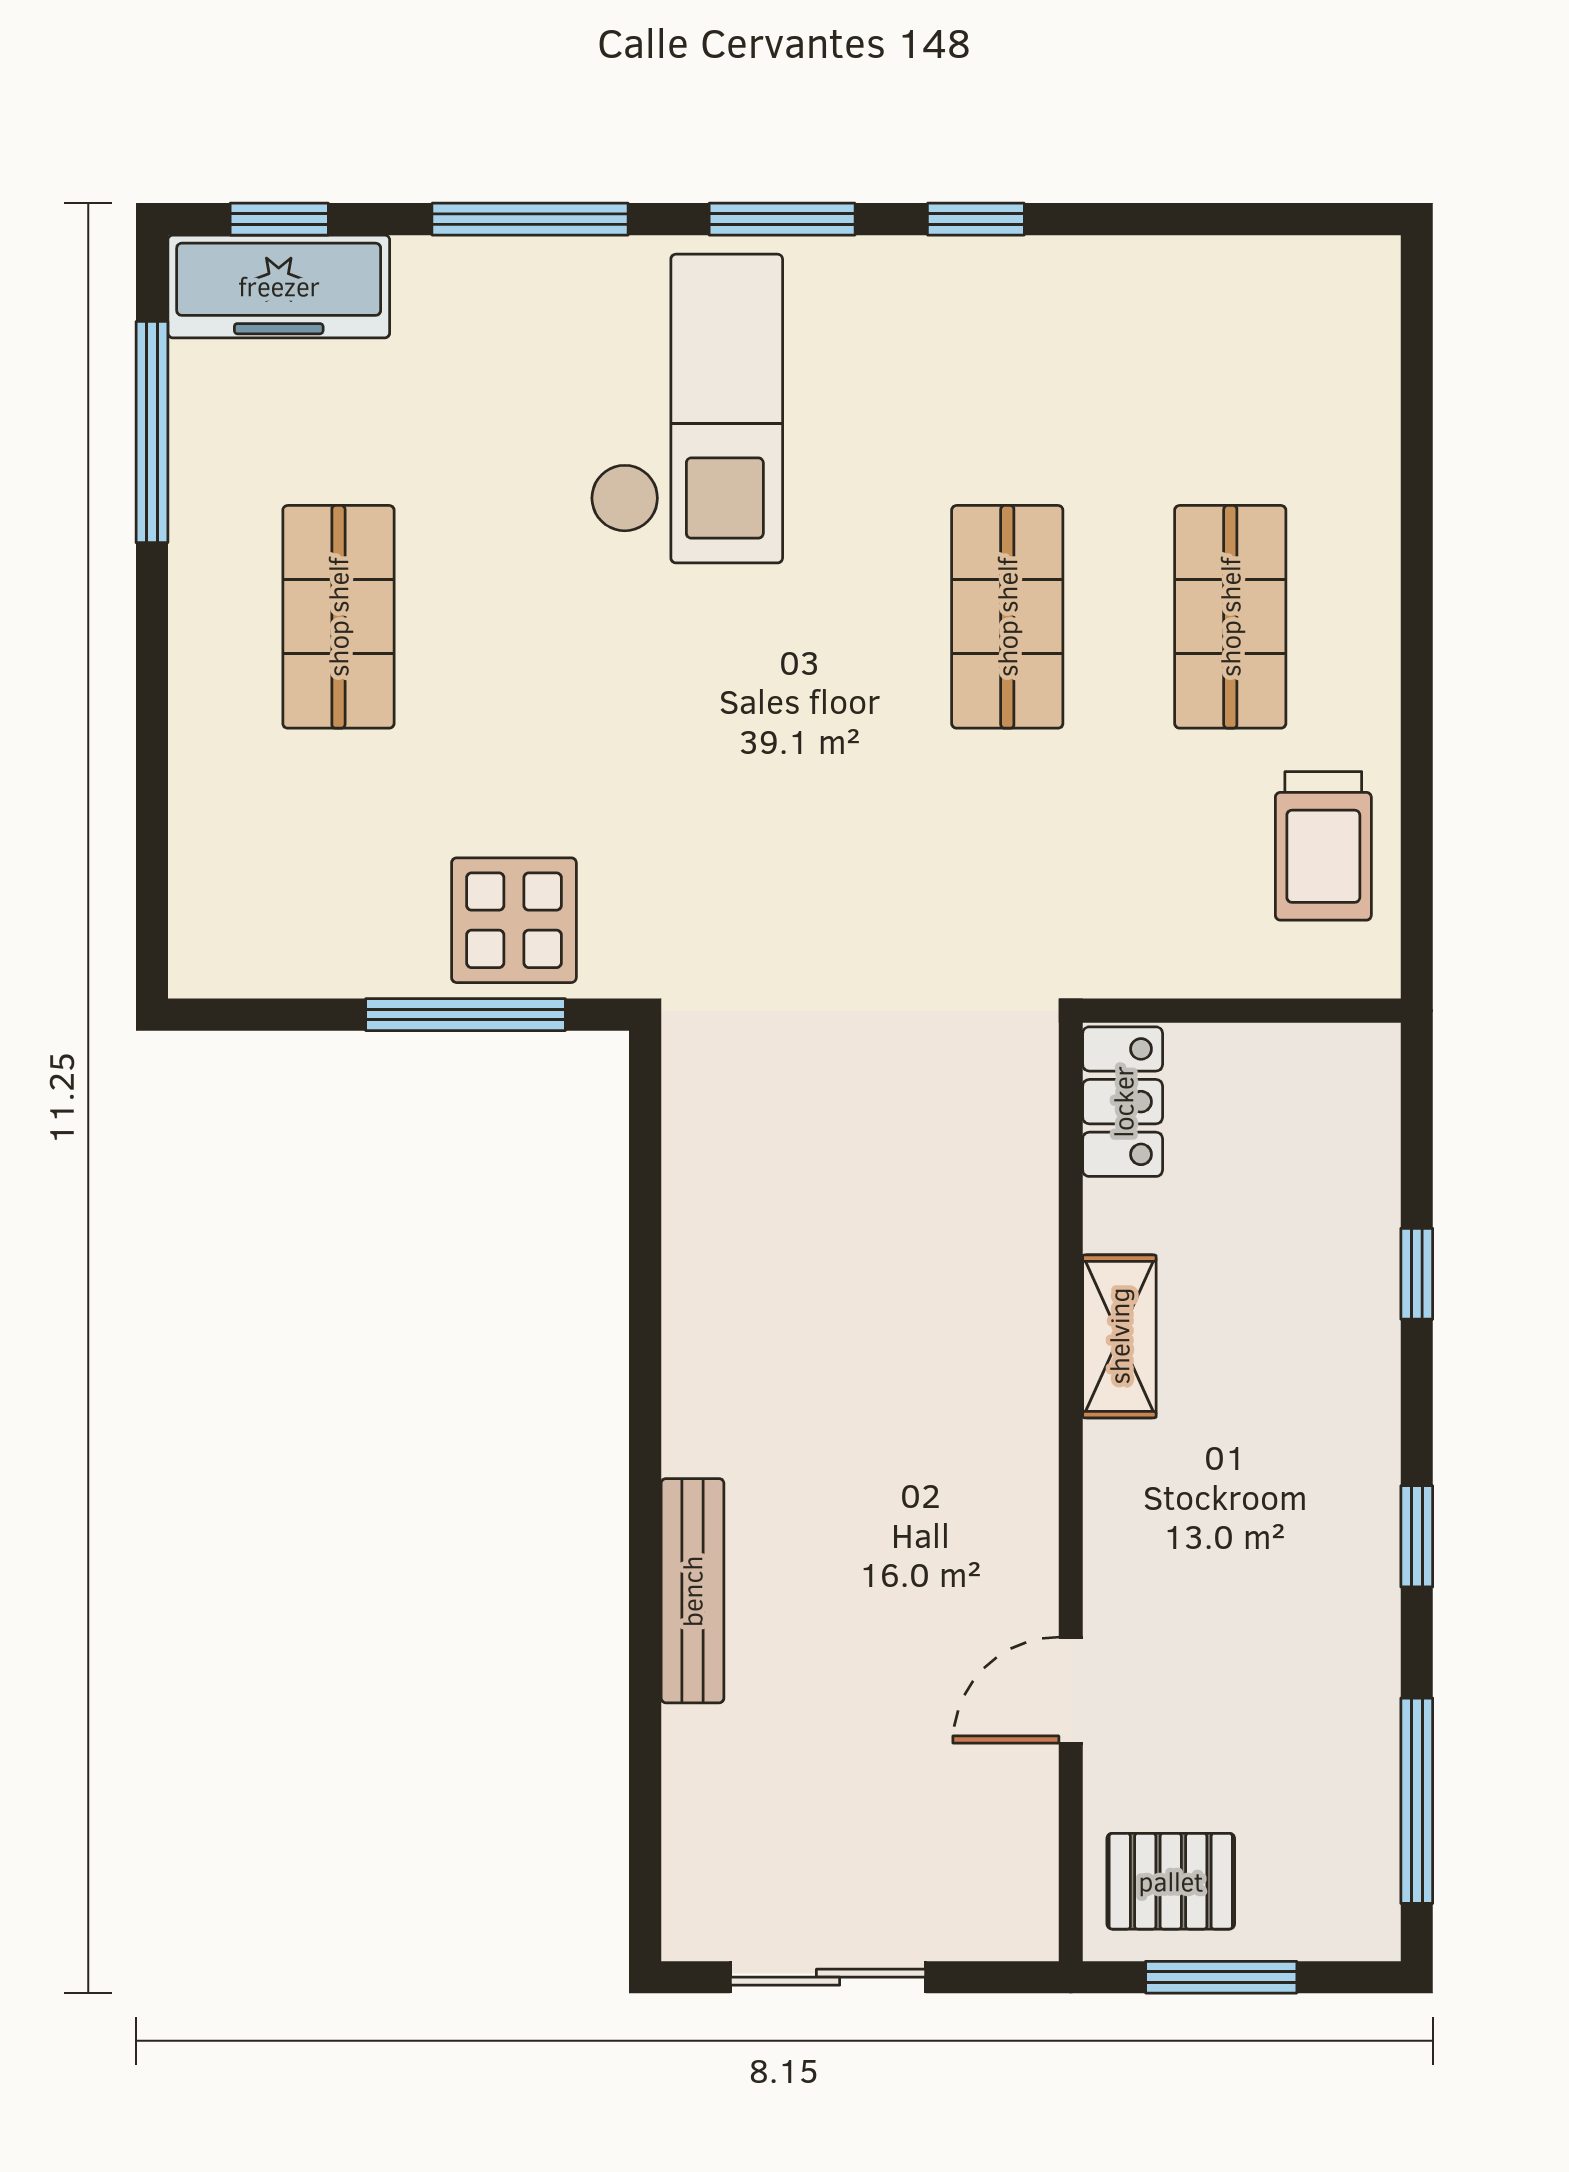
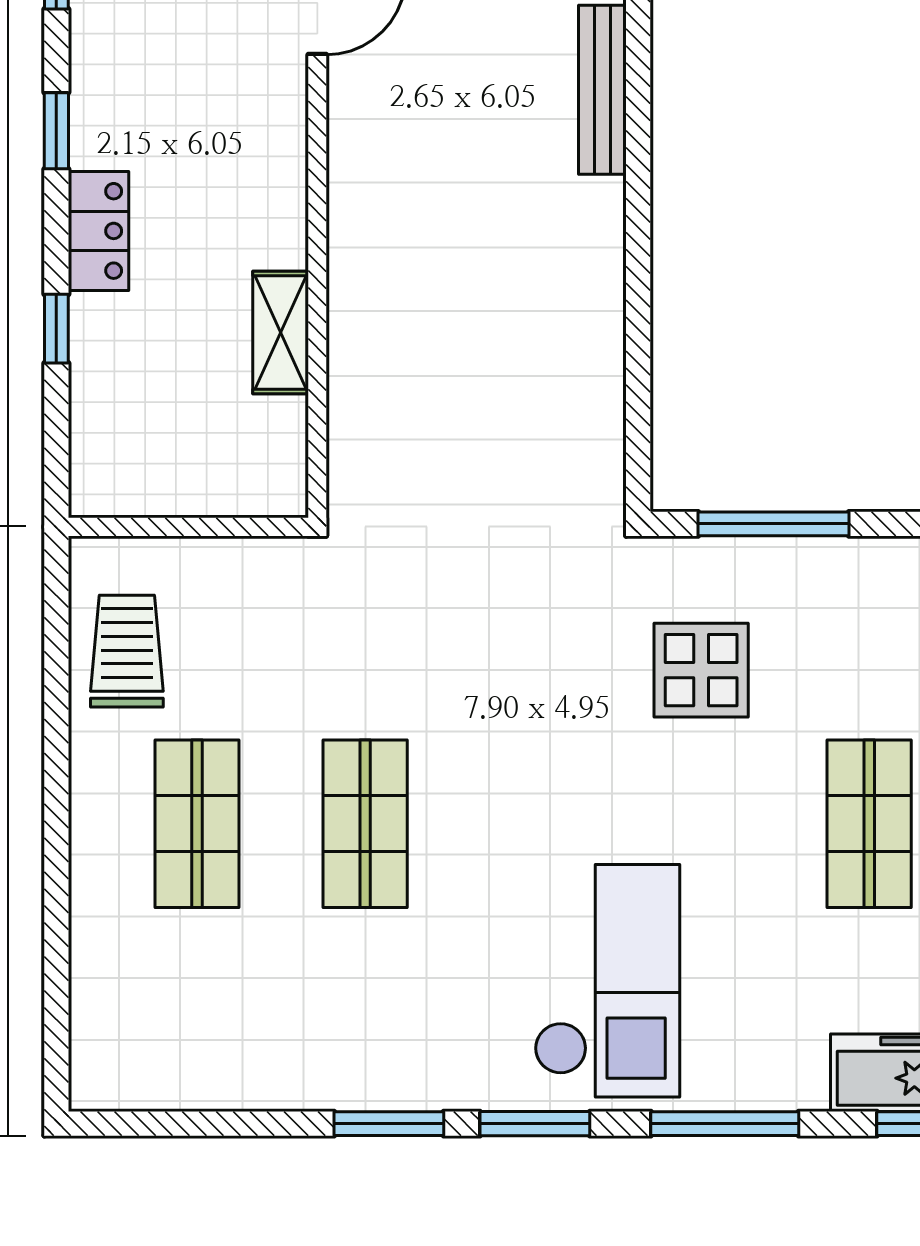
window: (976, 219) -> (389, 1124), width x1.50
checkout: (686, 409) -> (607, 981), turned 180
display table: (514, 920) -> (701, 670), moved
locker: (1123, 1102) -> (99, 231), moved, turned 180
shelving: (1119, 1336) -> (281, 332), moved

